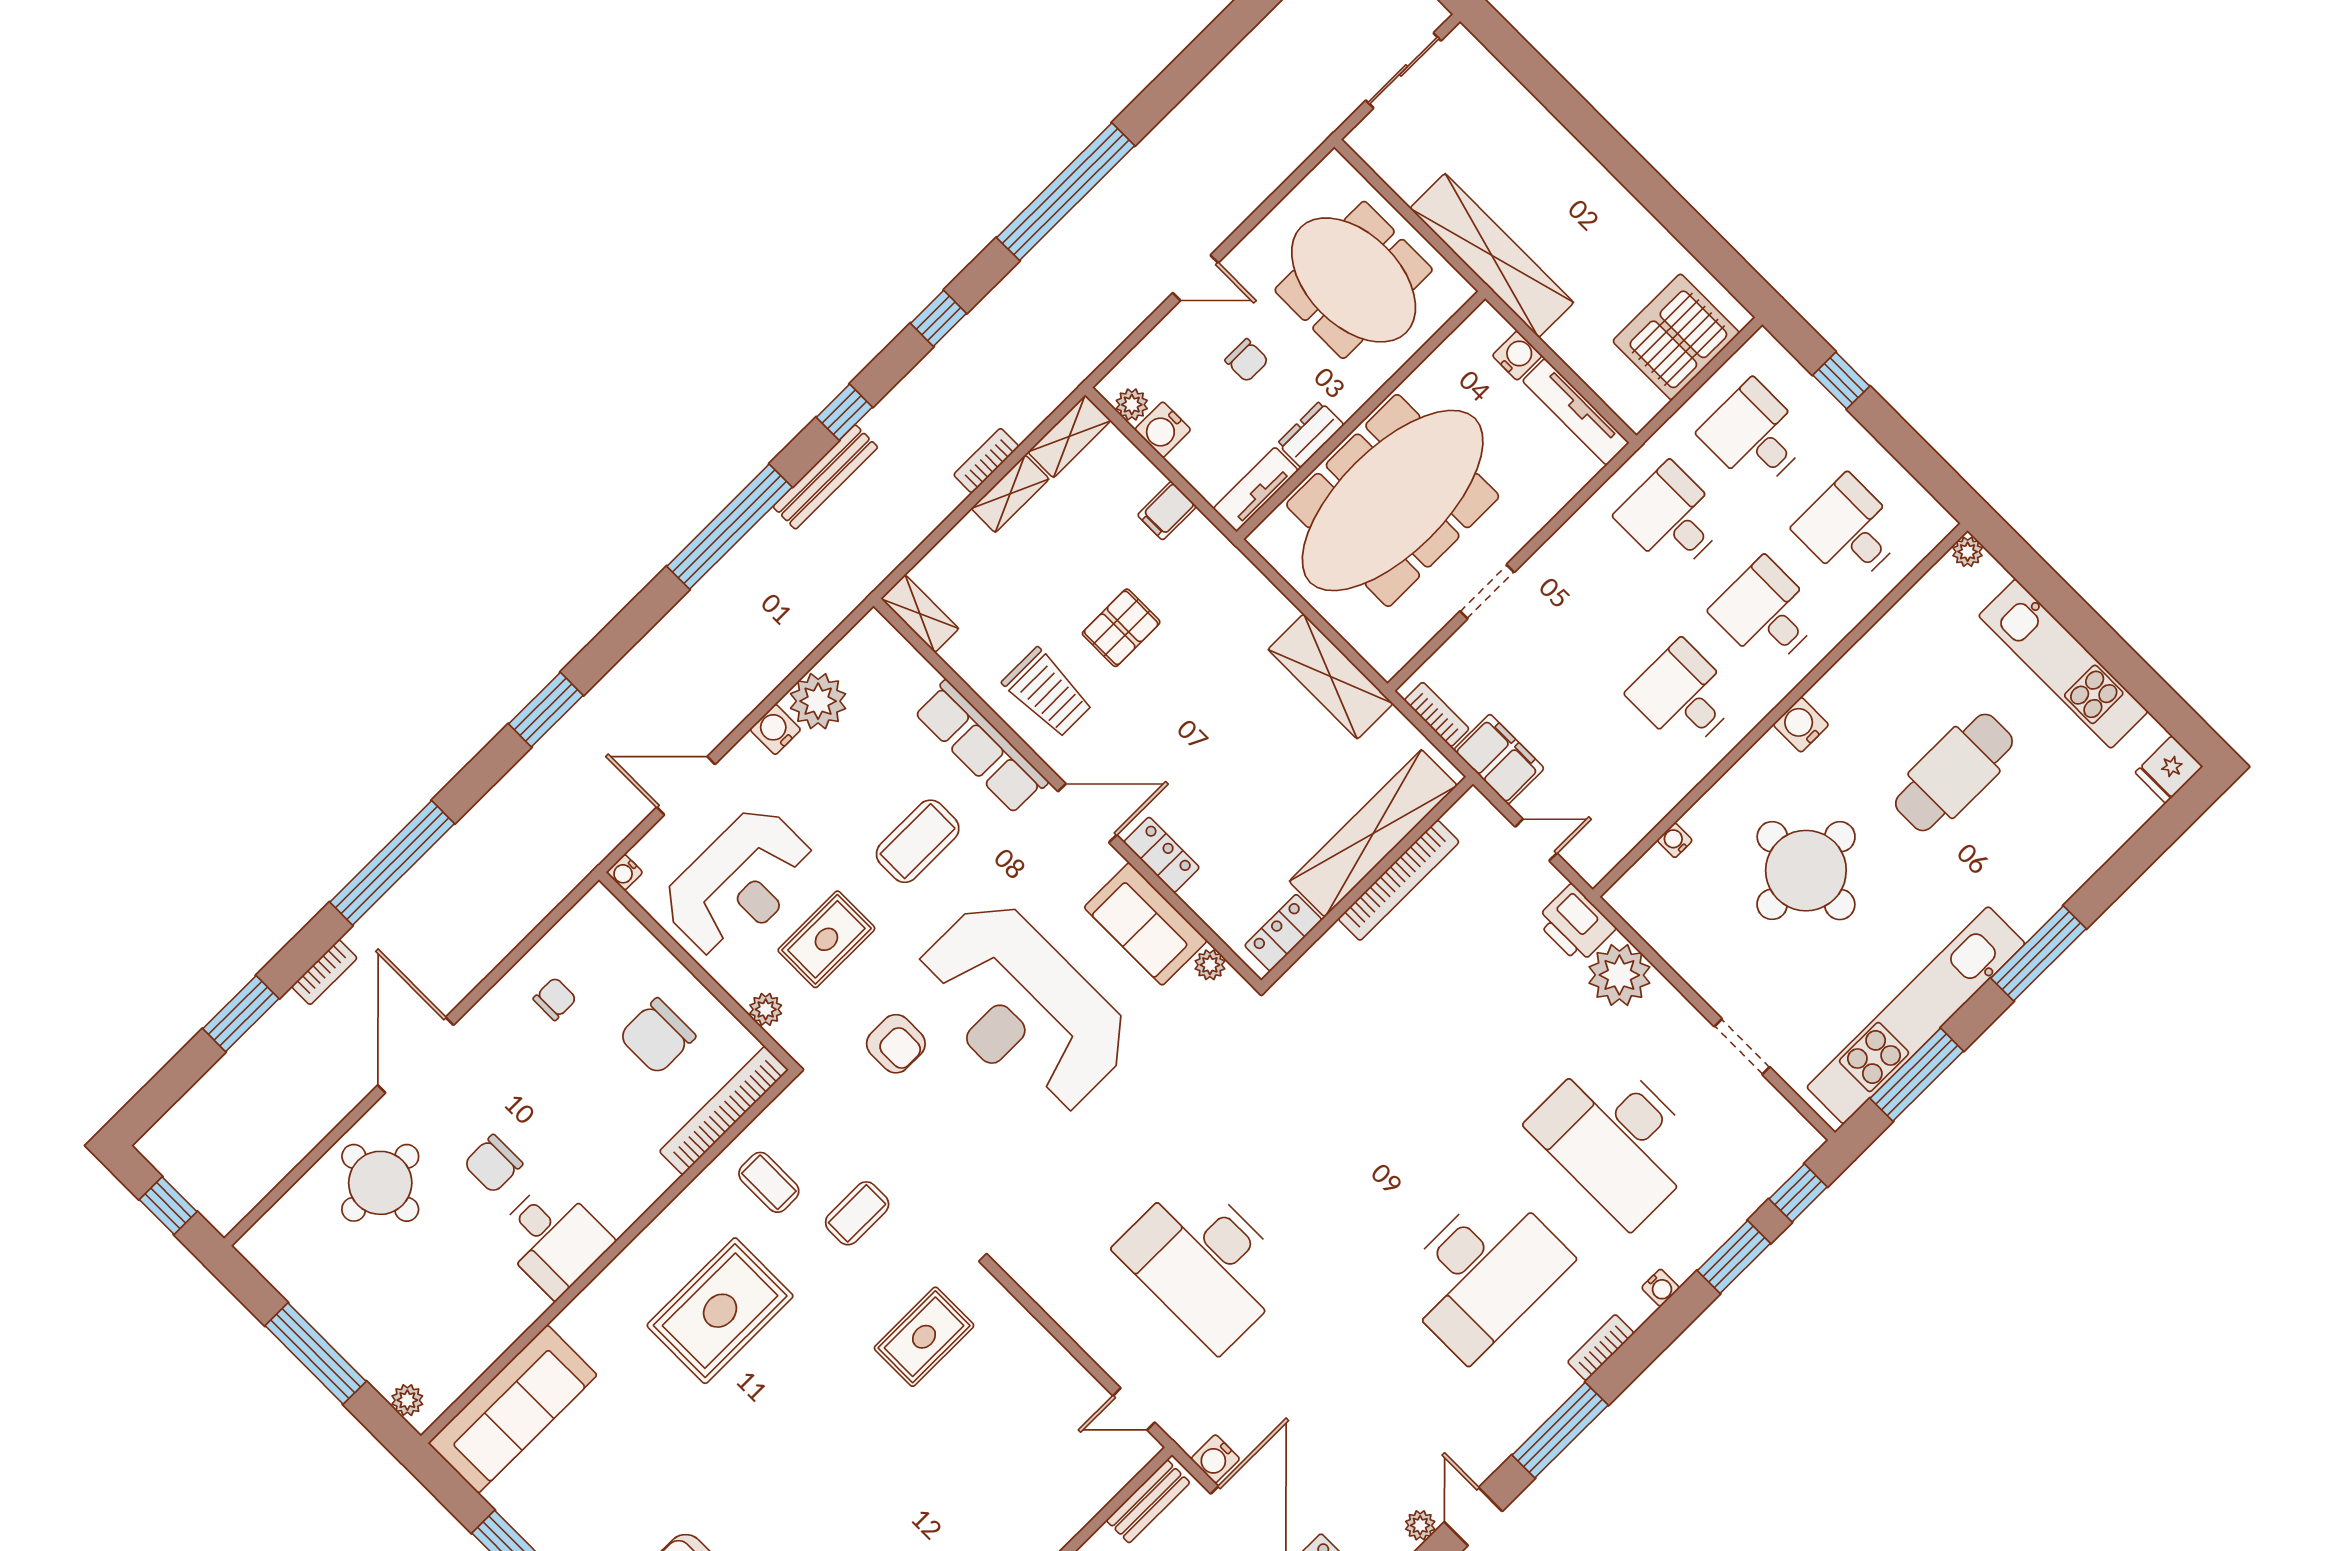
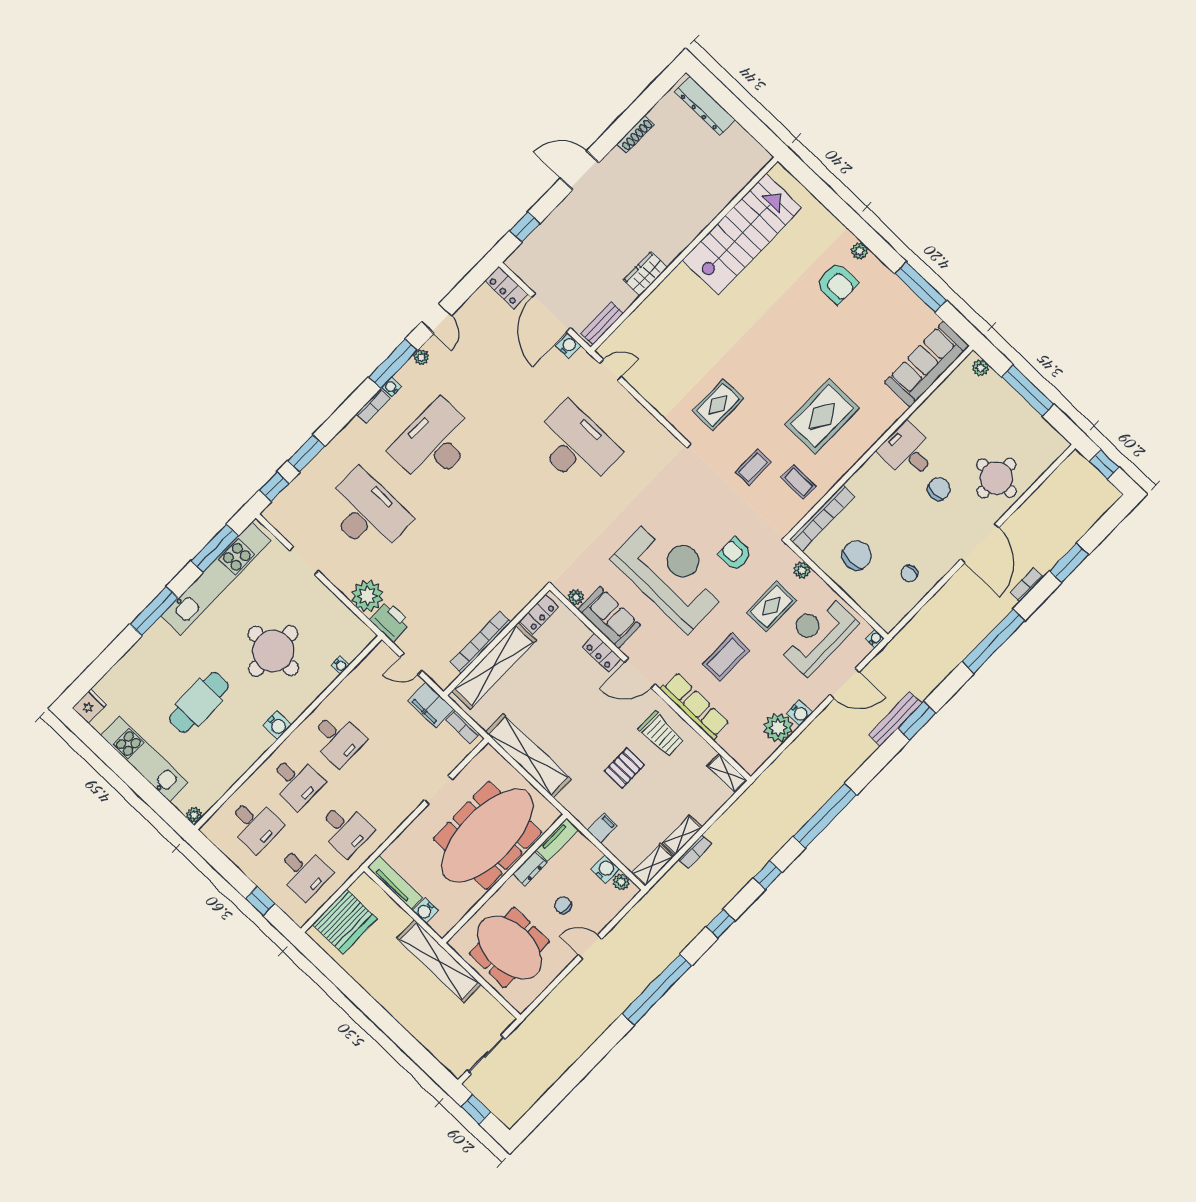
bench: (825, 477) -> (895, 719), moved
shelving: (1330, 677) -> (528, 756), width x1.47
trolley: (1048, 693) -> (661, 734), turned 180
water cooler: (1660, 1288) -> (391, 387), moved
plant: (1420, 1525) -> (421, 357), moved

